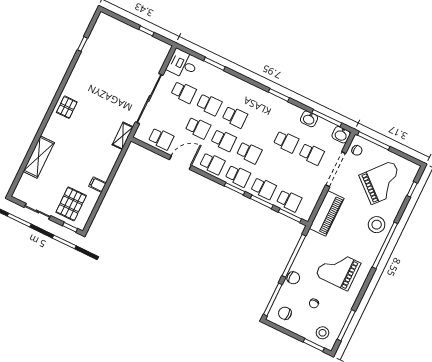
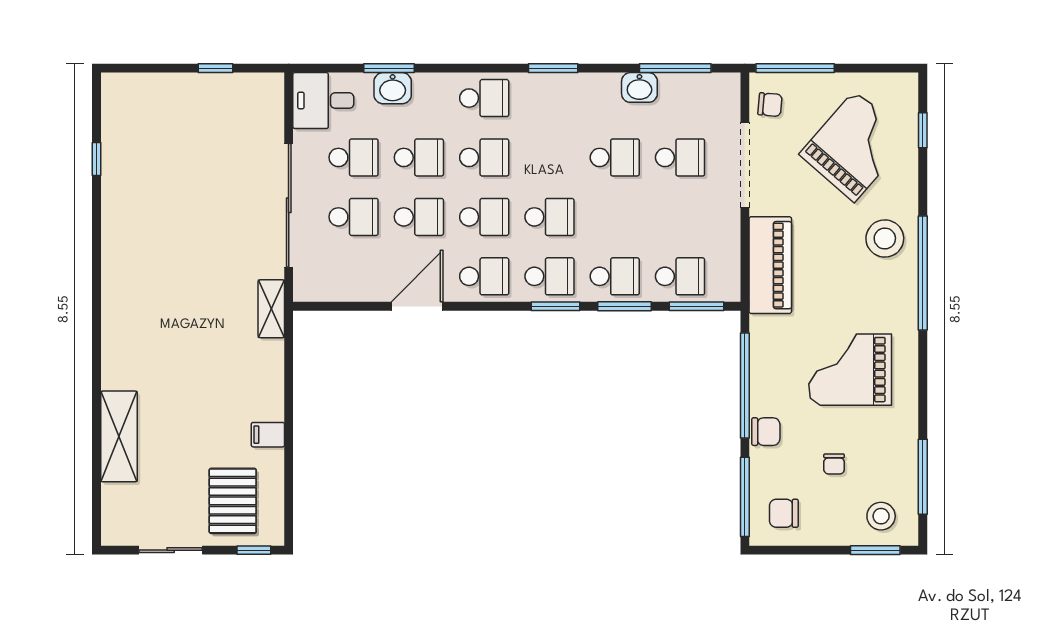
school desk: (246, 94) -> (484, 98), added
pallet: (67, 107) -> (127, 305), removed
washbasin: (341, 135) -> (393, 88), moved
school desk: (161, 139) -> (354, 217), moved

